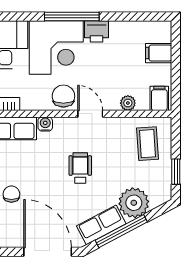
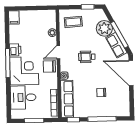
filing cabinet: (159, 53) -> (14, 17), moved
filing cabinet: (159, 98) -> (50, 16), removed
door: (48, 252) -> (131, 73), hinge flipped

